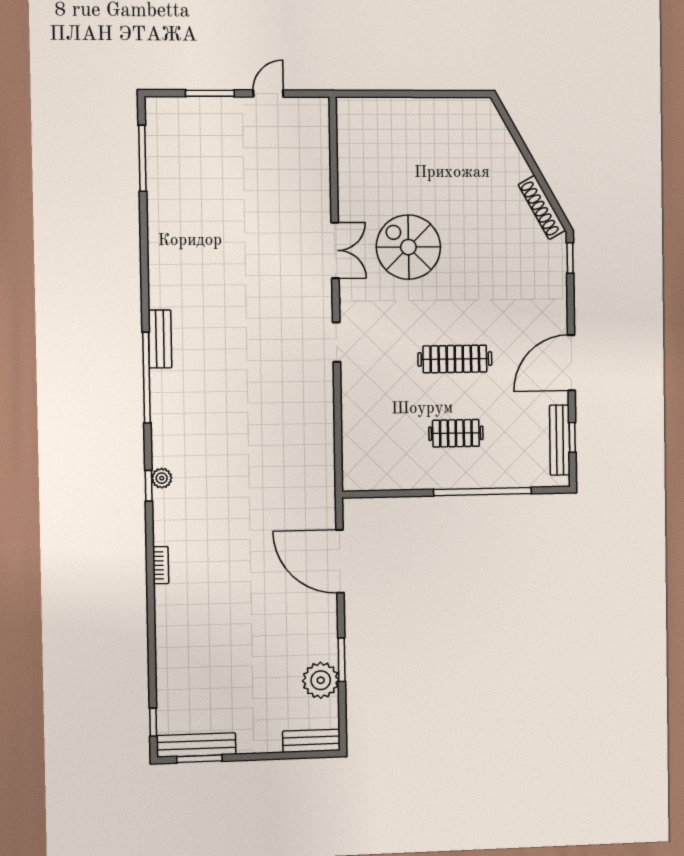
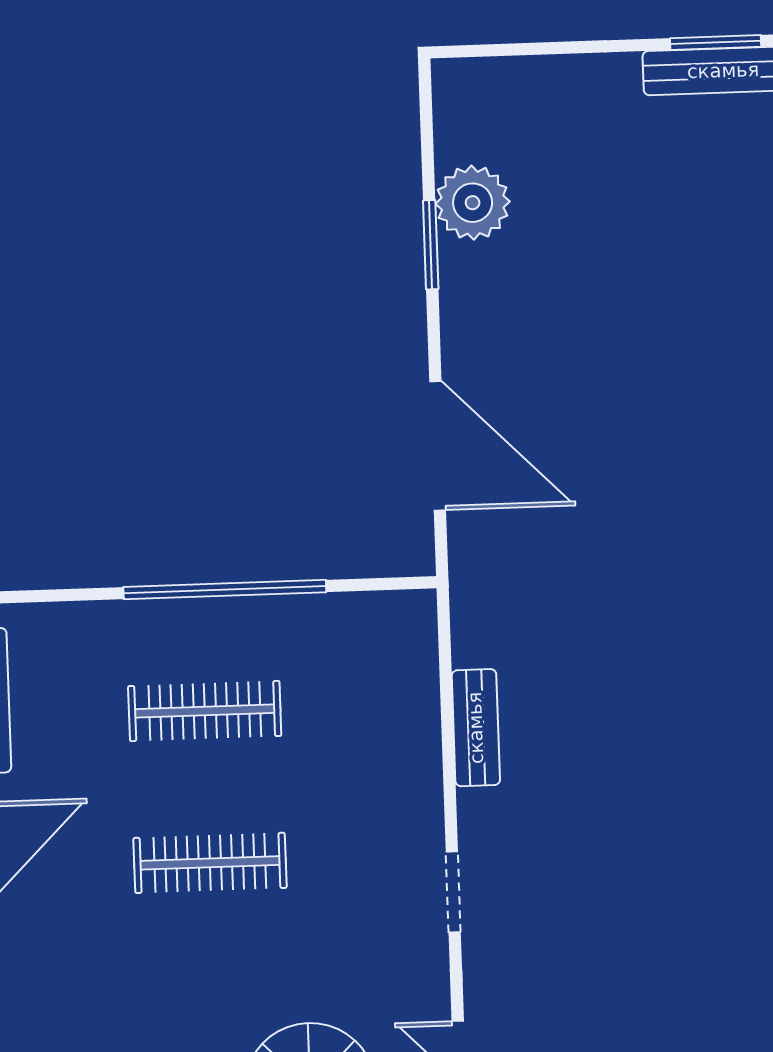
clothes rail: (456, 433) -> (205, 711), width x1.36
window: (483, 492) -> (225, 590), moved
bench: (311, 741) -> (476, 728), moved, turned 90

